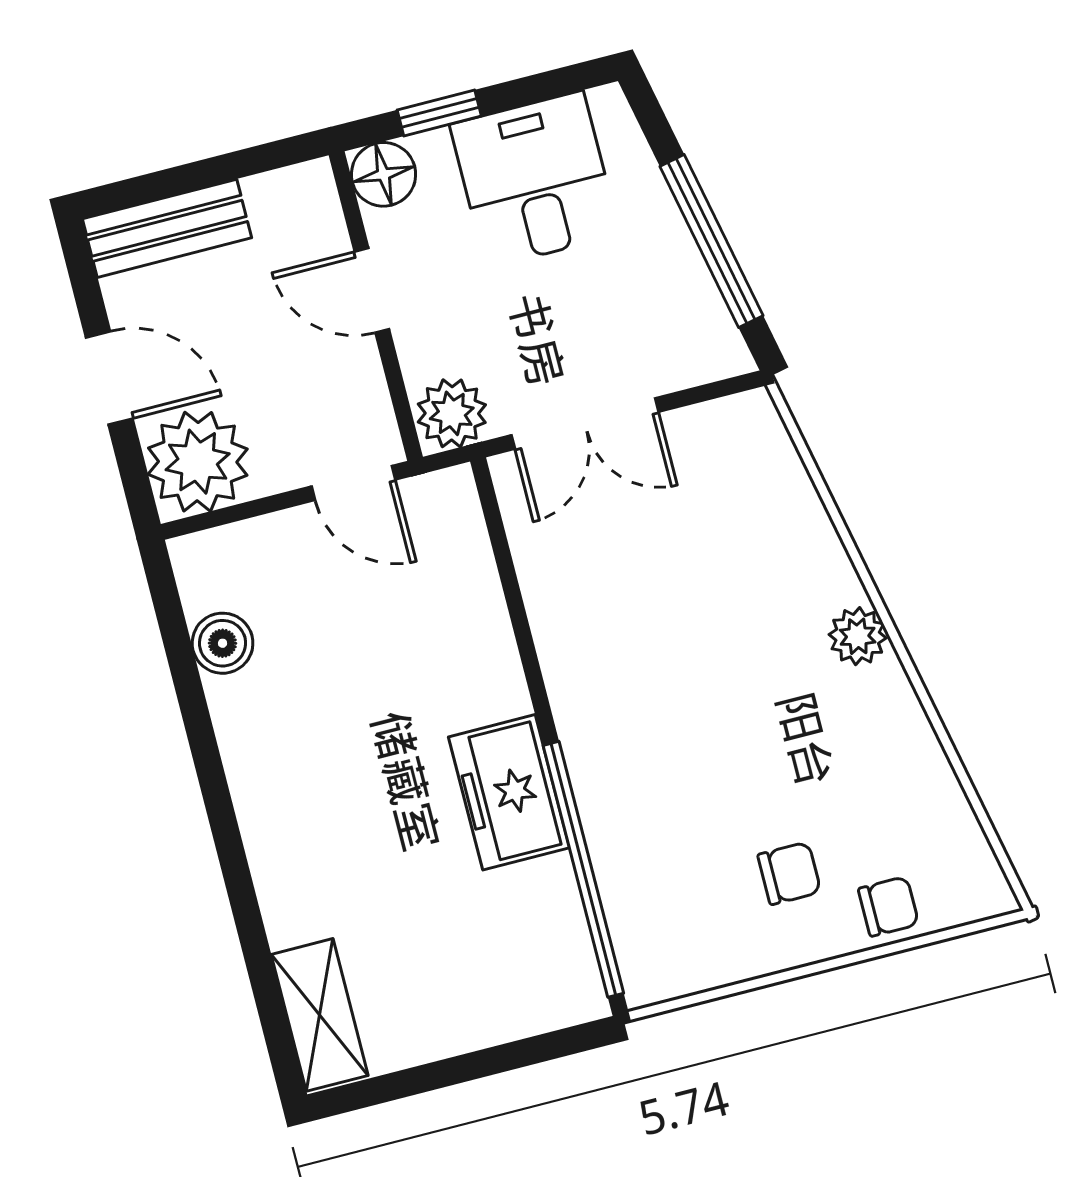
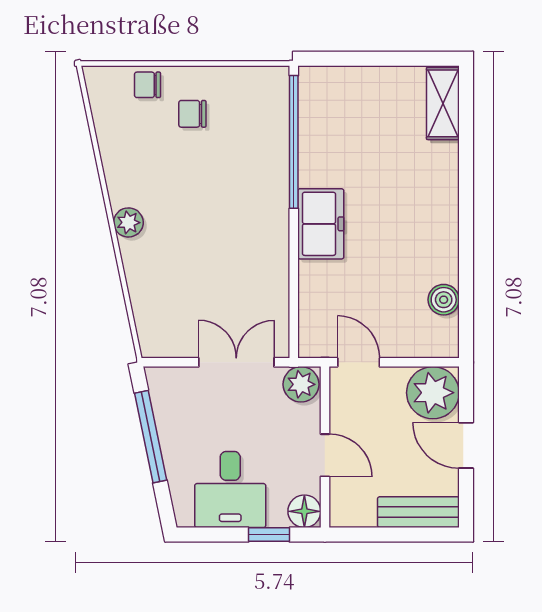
freezer: (509, 792) -> (321, 224), moved

